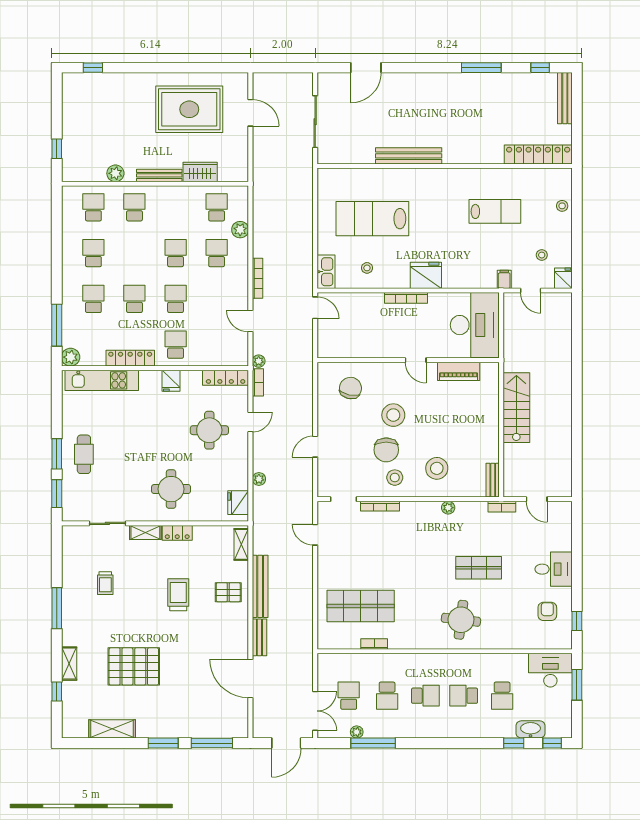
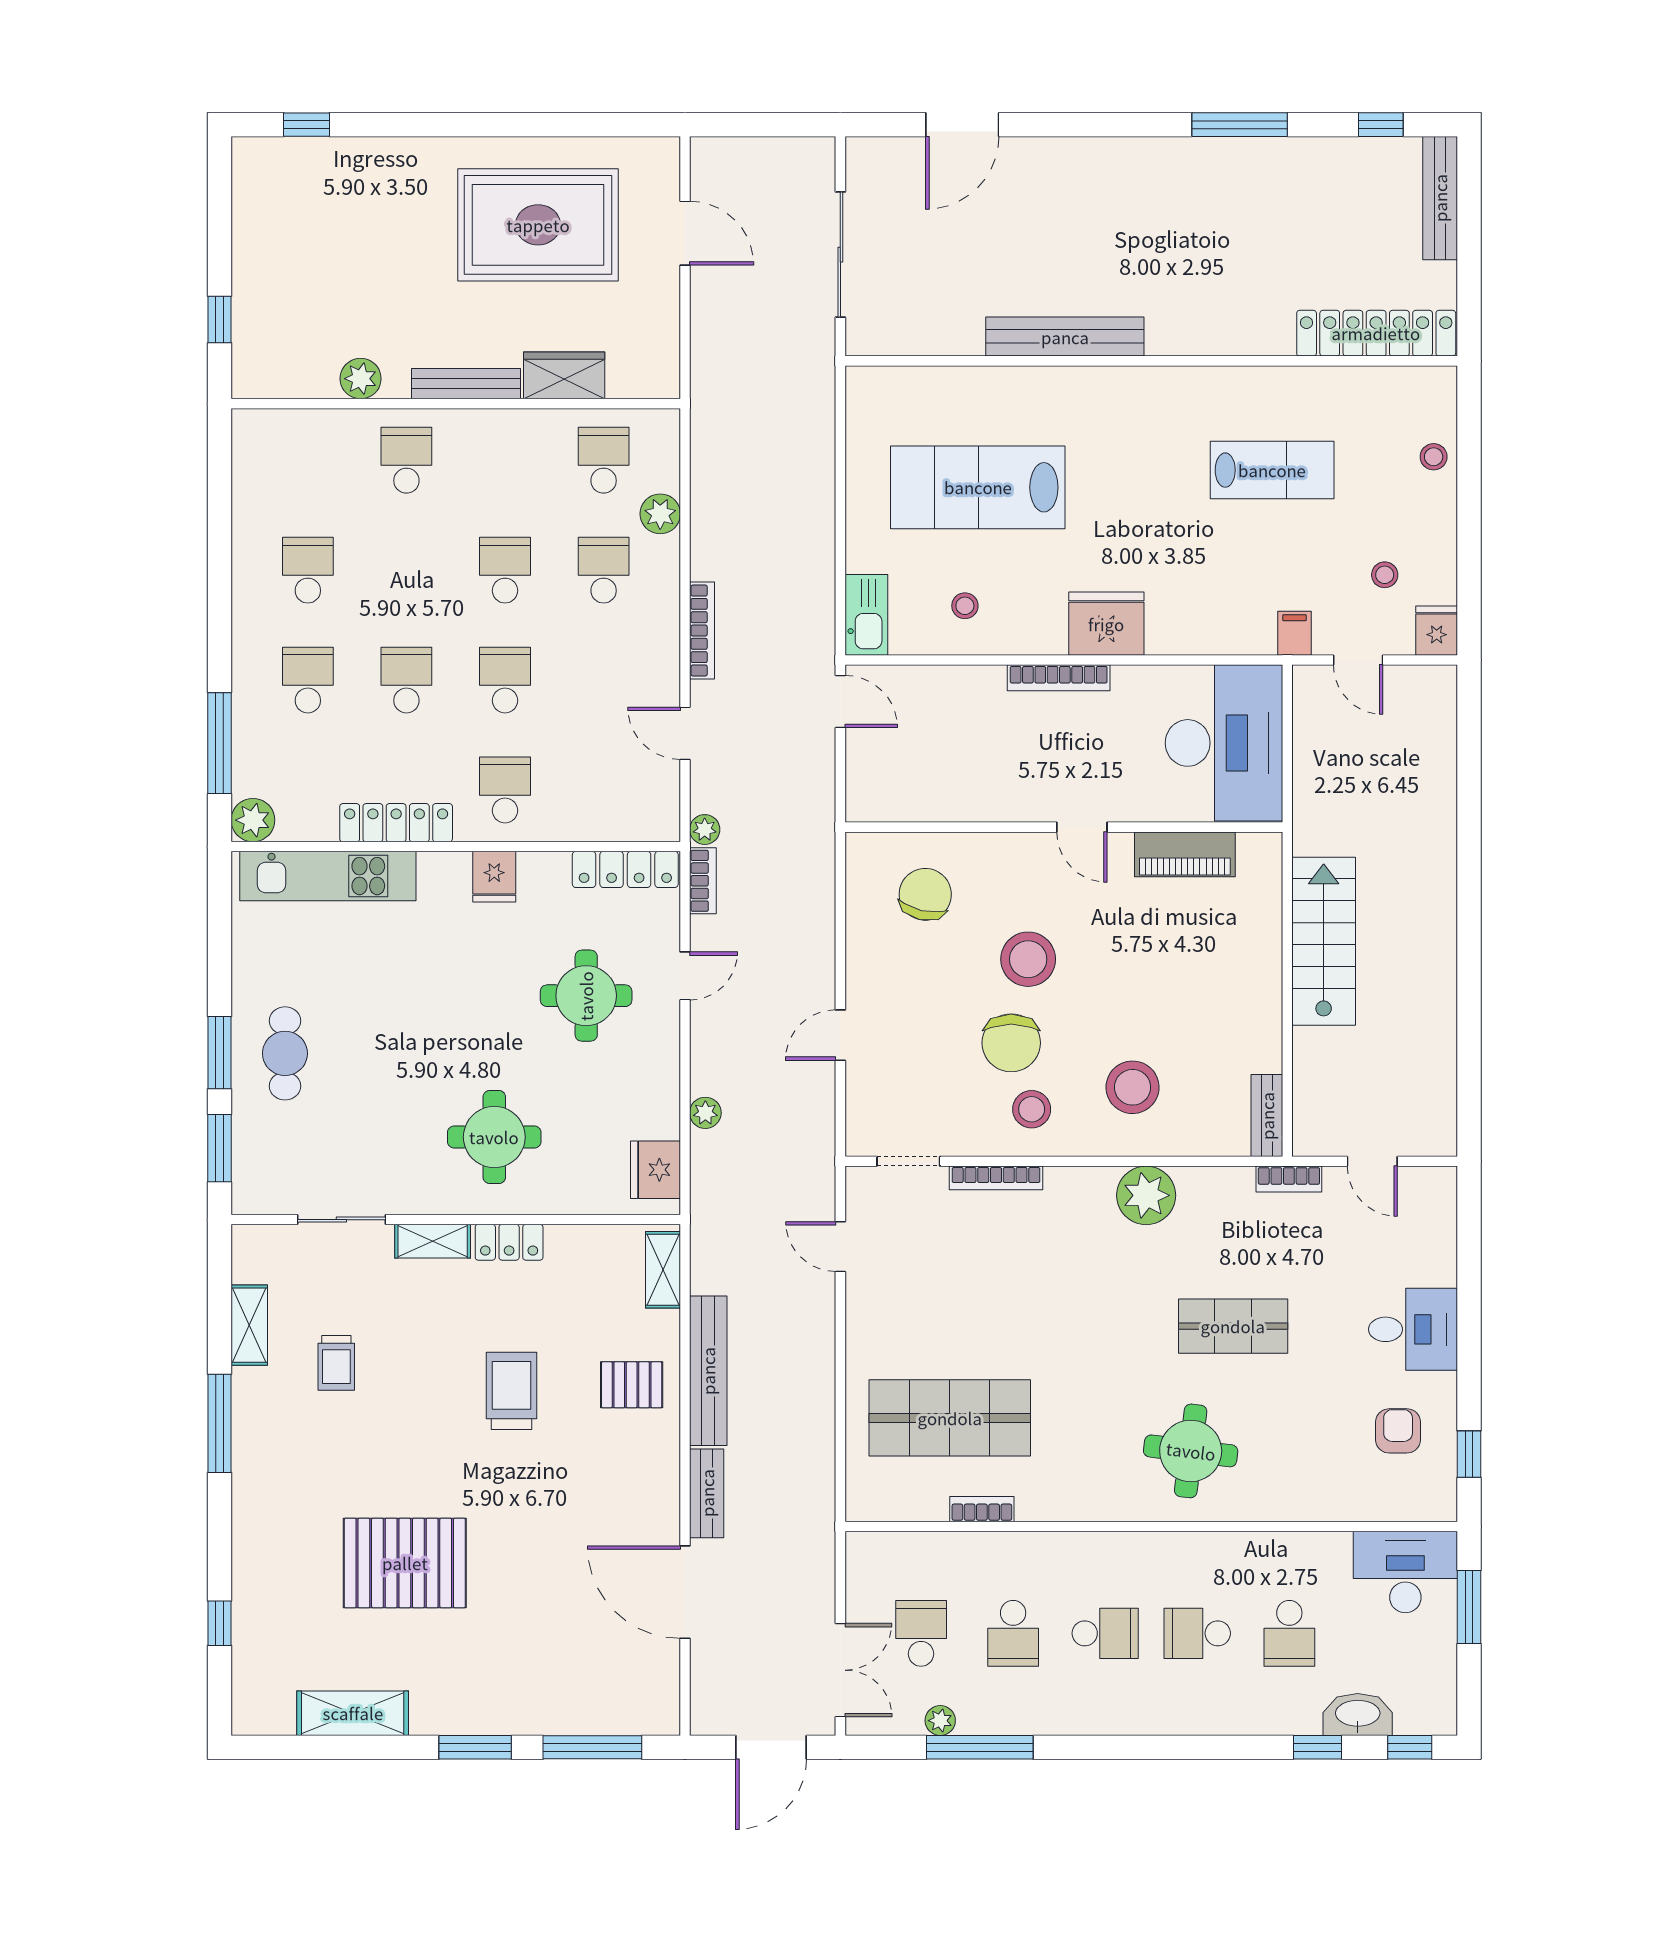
school desk: (93, 207) -> (308, 460), removed
plant: (448, 508) -> (1146, 1195), width x1.88, depth x1.88
shelving: (69, 664) -> (249, 1325), moved

